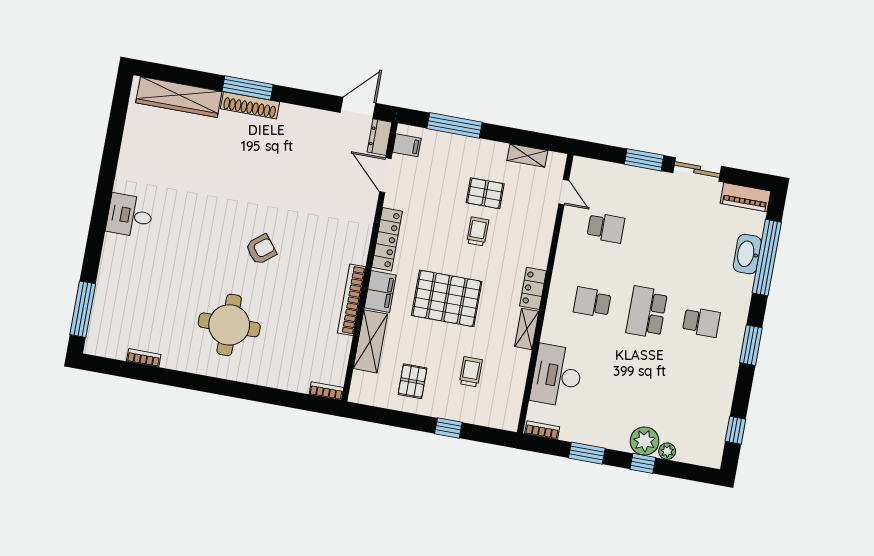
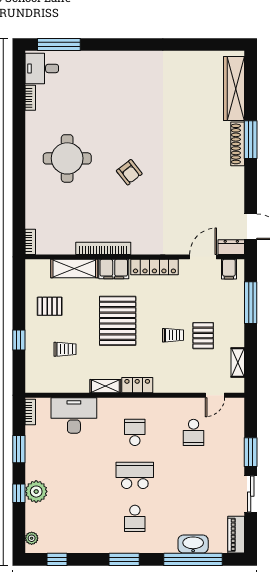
desk: (130, 216) -> (42, 68), moved, turned -90
plant: (667, 451) -> (32, 538), moved

